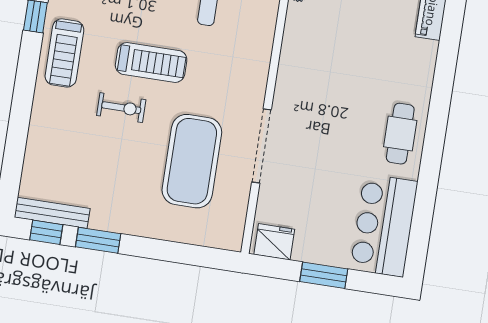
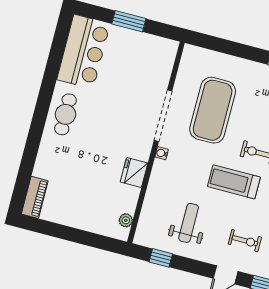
water cooler: (258, 93) -> (162, 153), added
fridge: (274, 242) -> (134, 173), moved, turned 90

